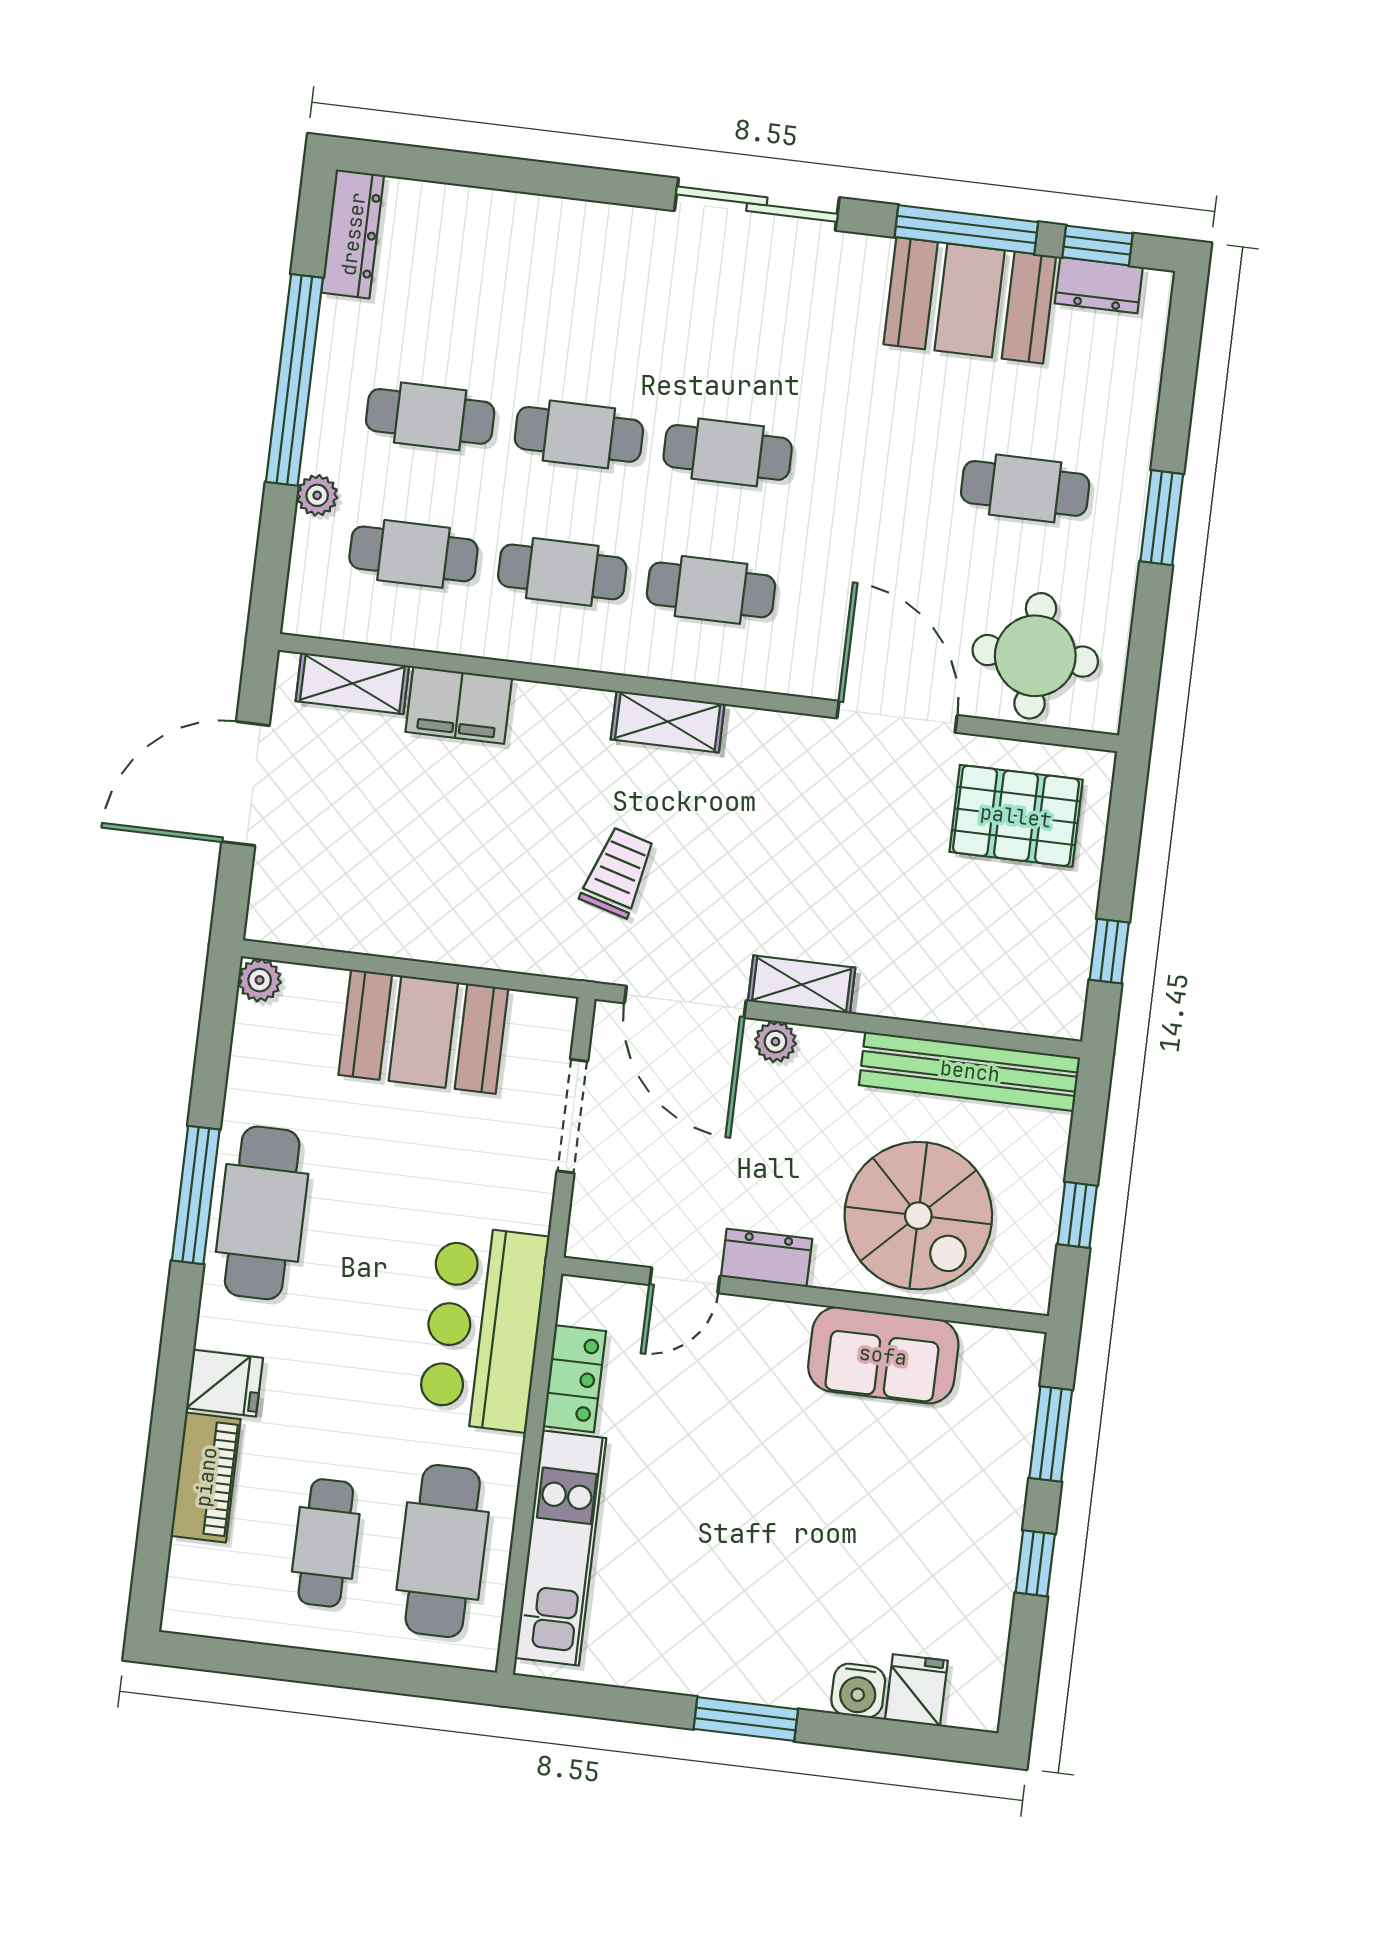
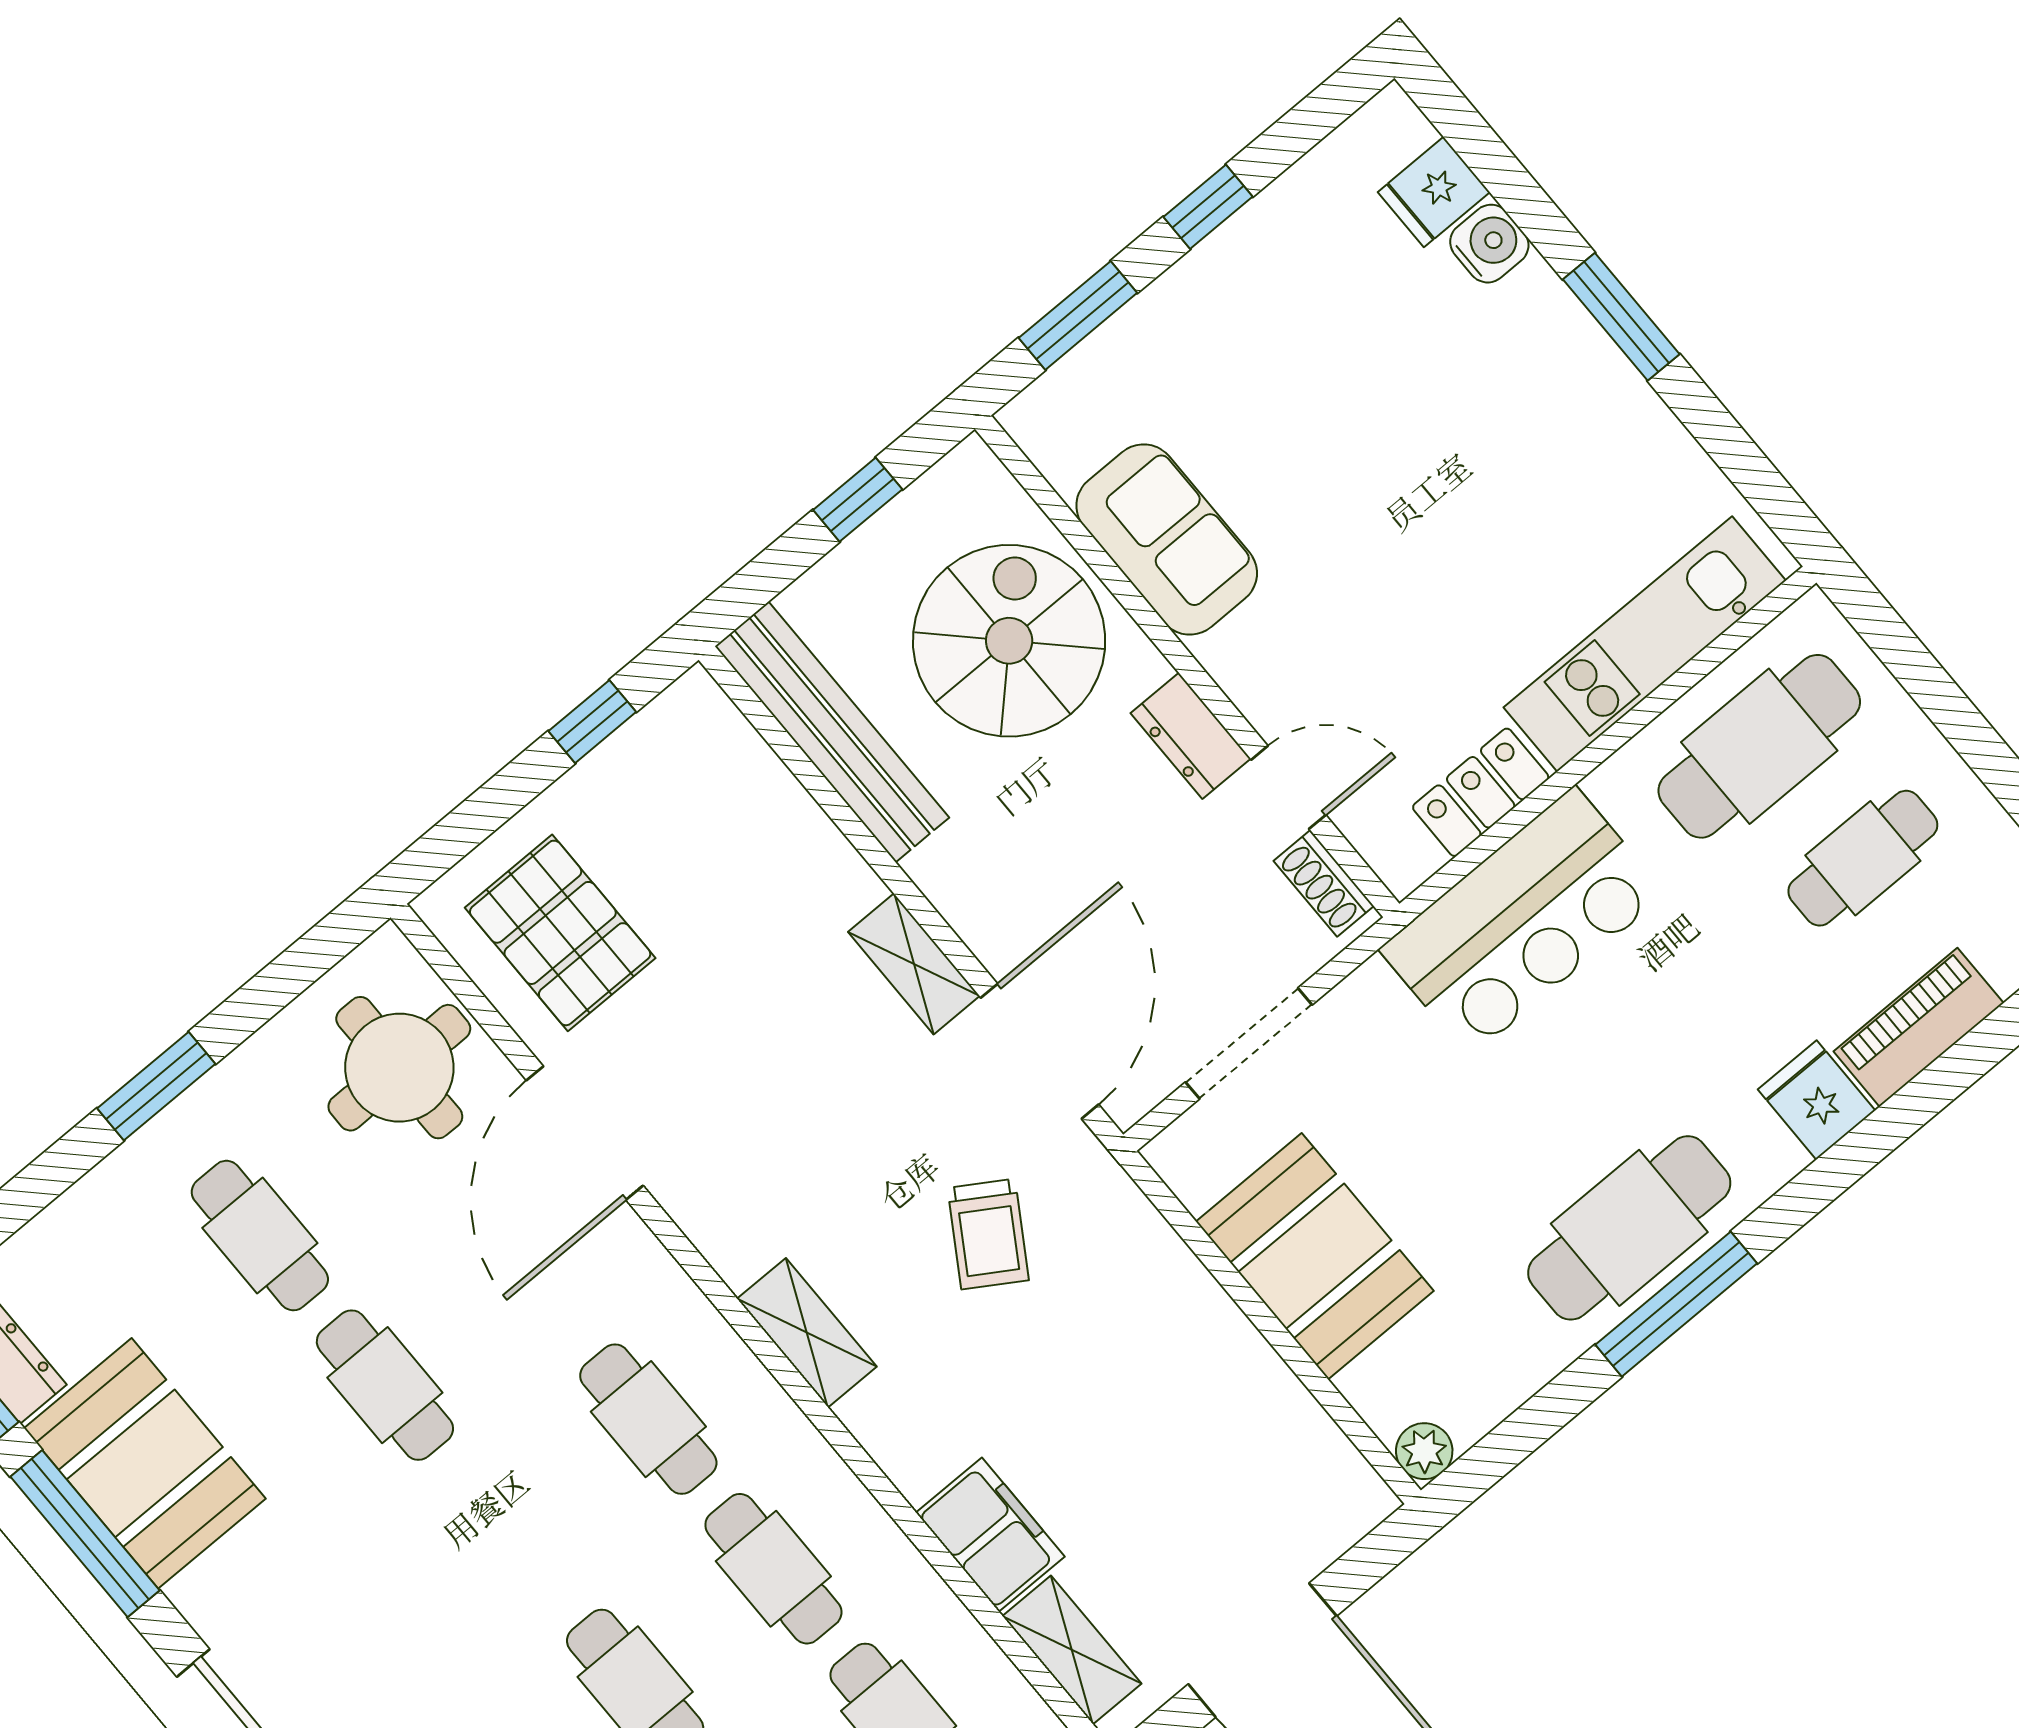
cafe table: (728, 452) -> (385, 1385), moved
trolley: (618, 872) -> (988, 1234), turned -74
plant: (775, 1042) -> (990, 933), removed
shoe rack: (614, 1245) -> (1324, 883), added

